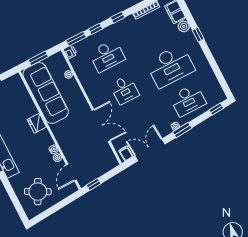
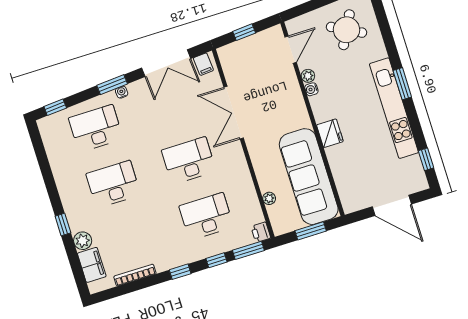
desk: (170, 66) -> (113, 184), width x0.73, depth x0.77
desk: (124, 90) -> (189, 161), width x1.37
window: (94, 184) -> (244, 32), moved

